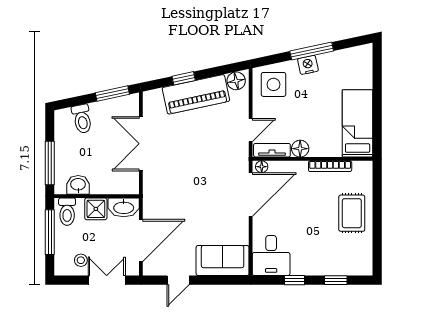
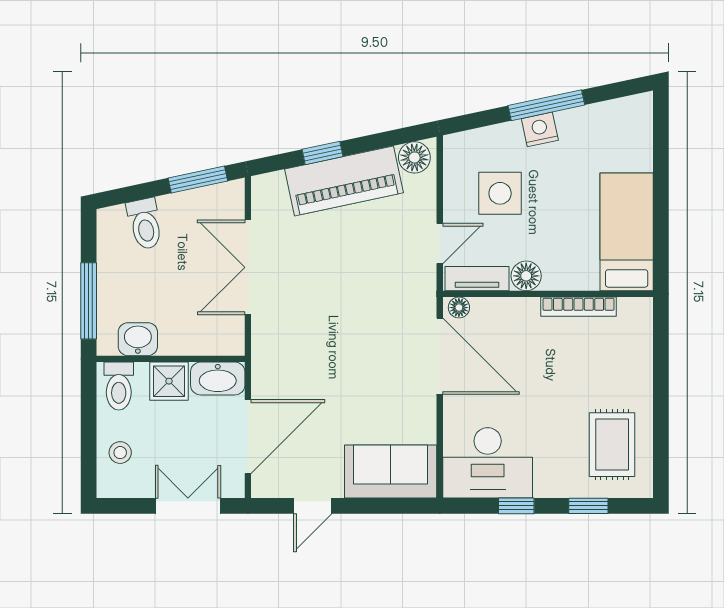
side table: (274, 84) -> (500, 193), moved
door: (251, 195) -> (440, 356), hinge flipped
rug: (352, 213) -> (612, 445), moved
window: (50, 232) -> (89, 422), removed
desk: (271, 256) -> (488, 463), width x1.37
stool: (81, 260) -> (120, 453), moved

